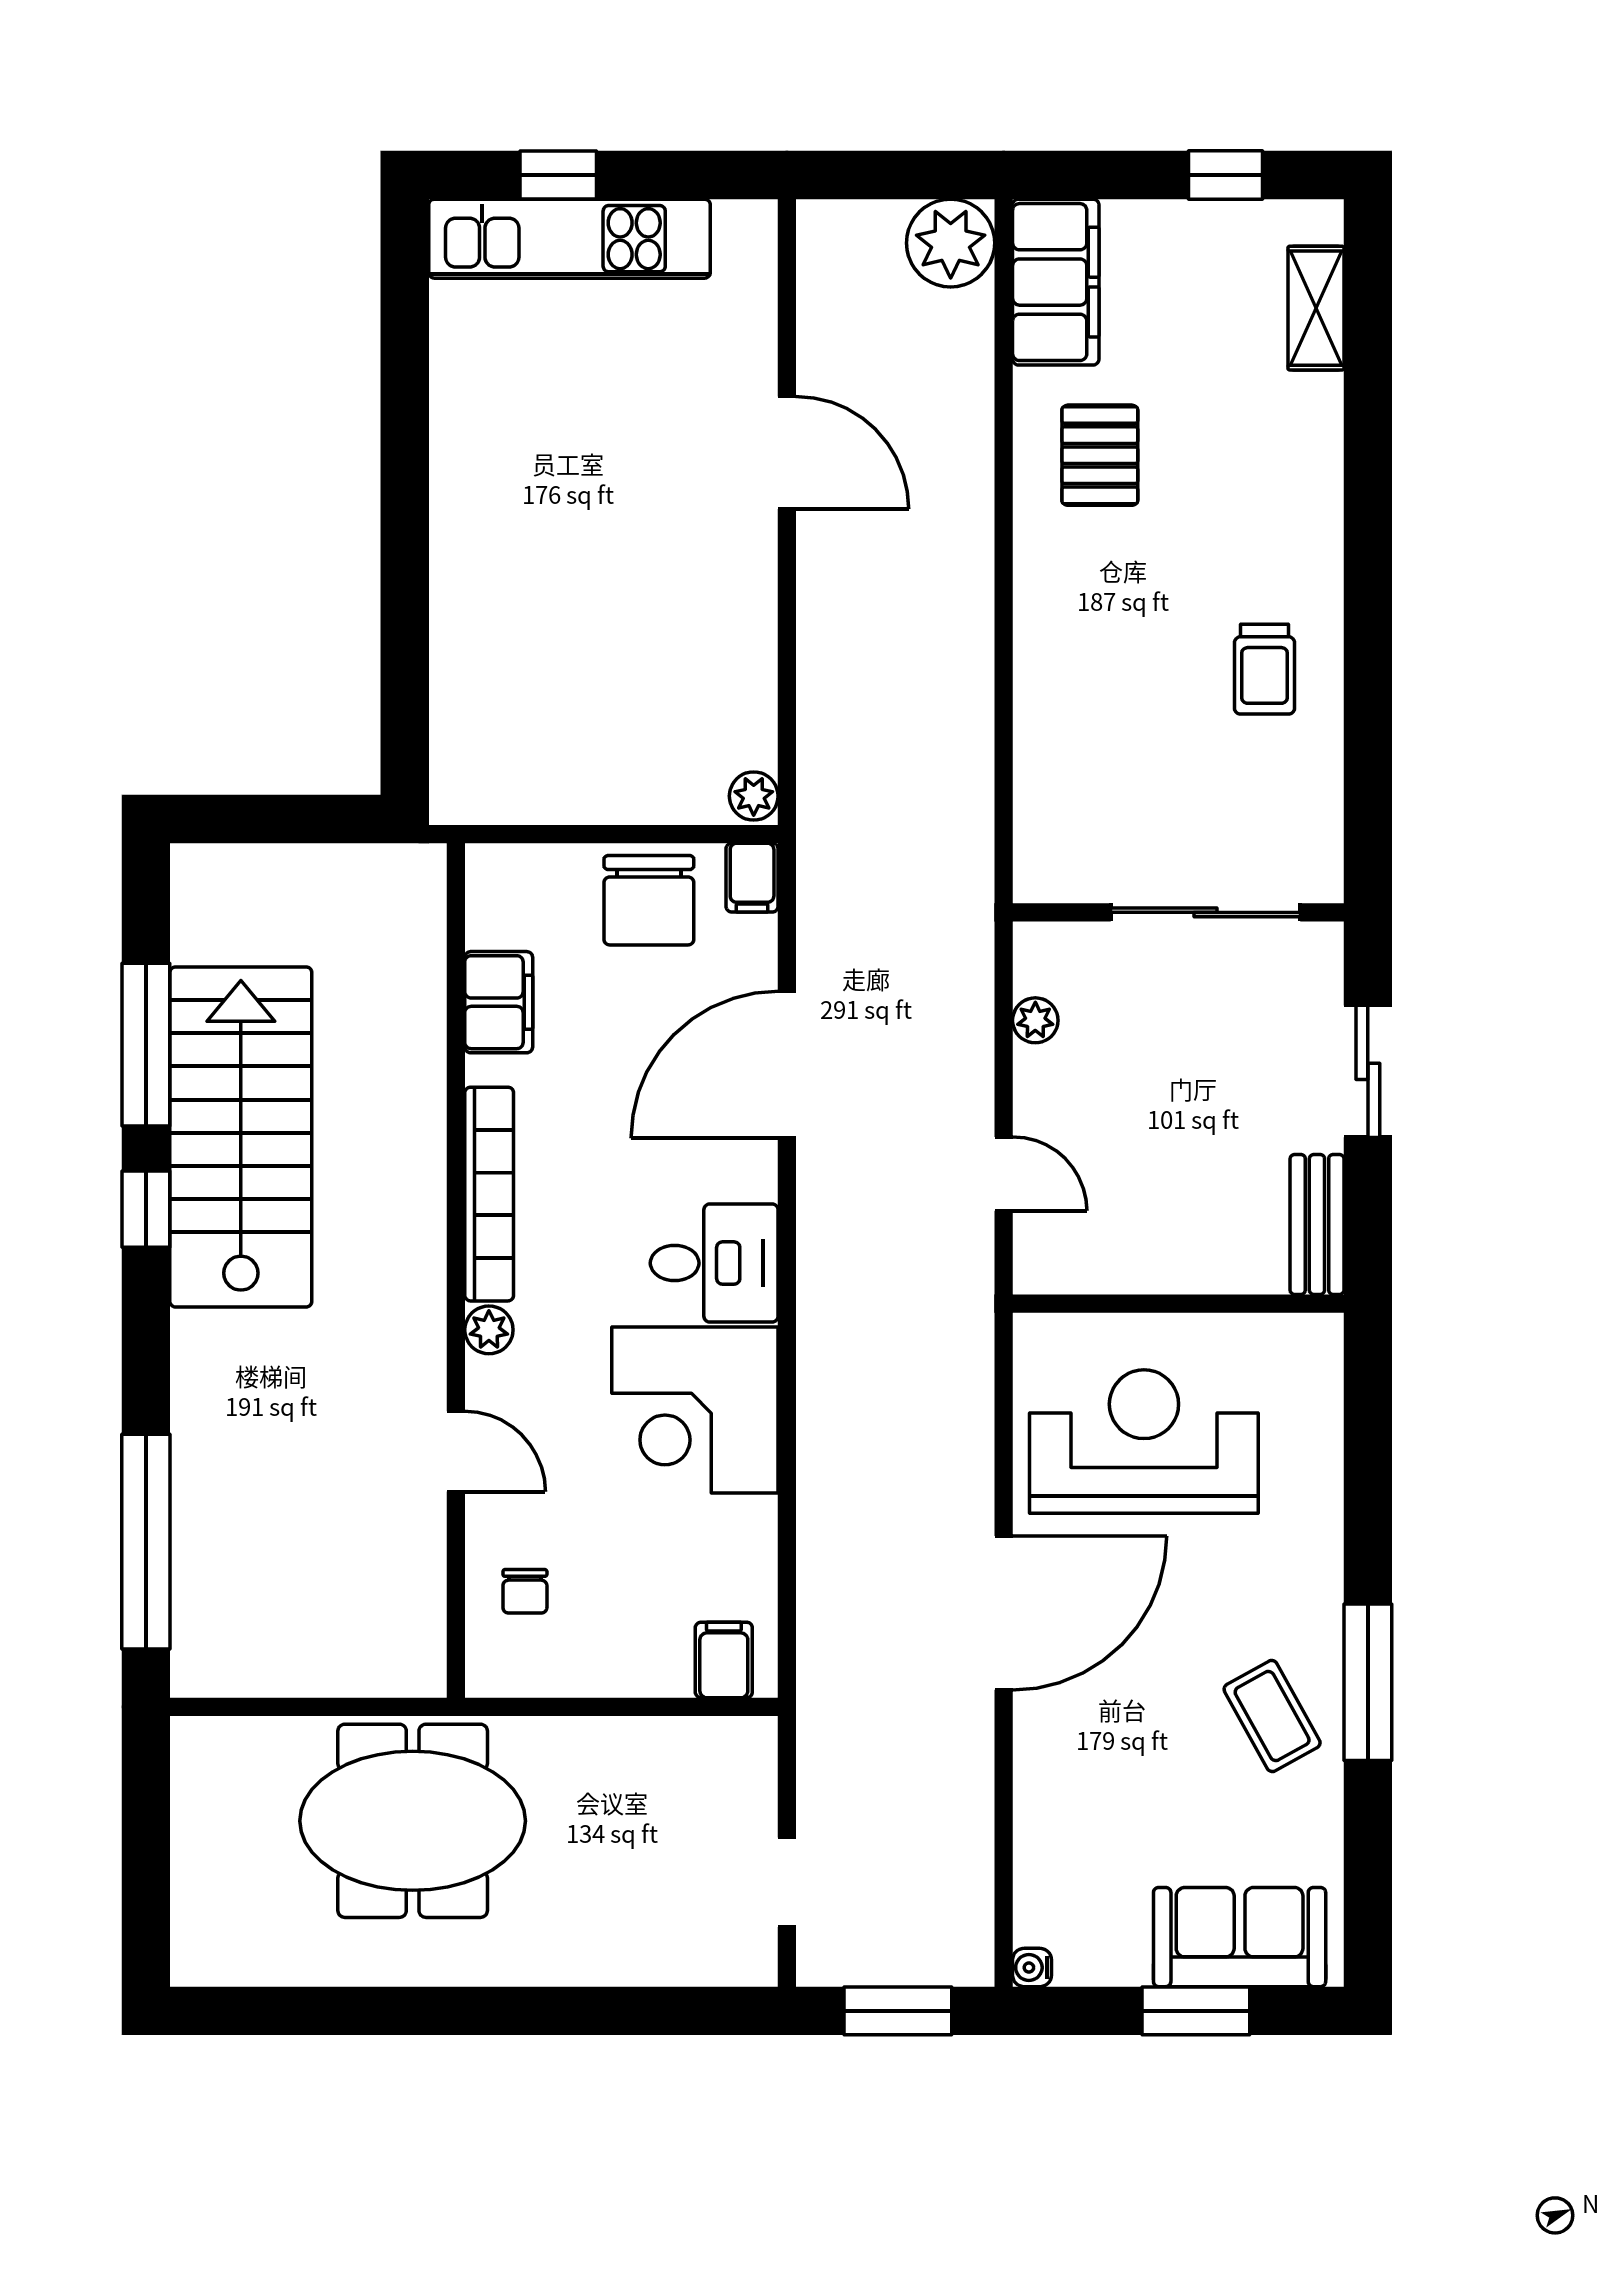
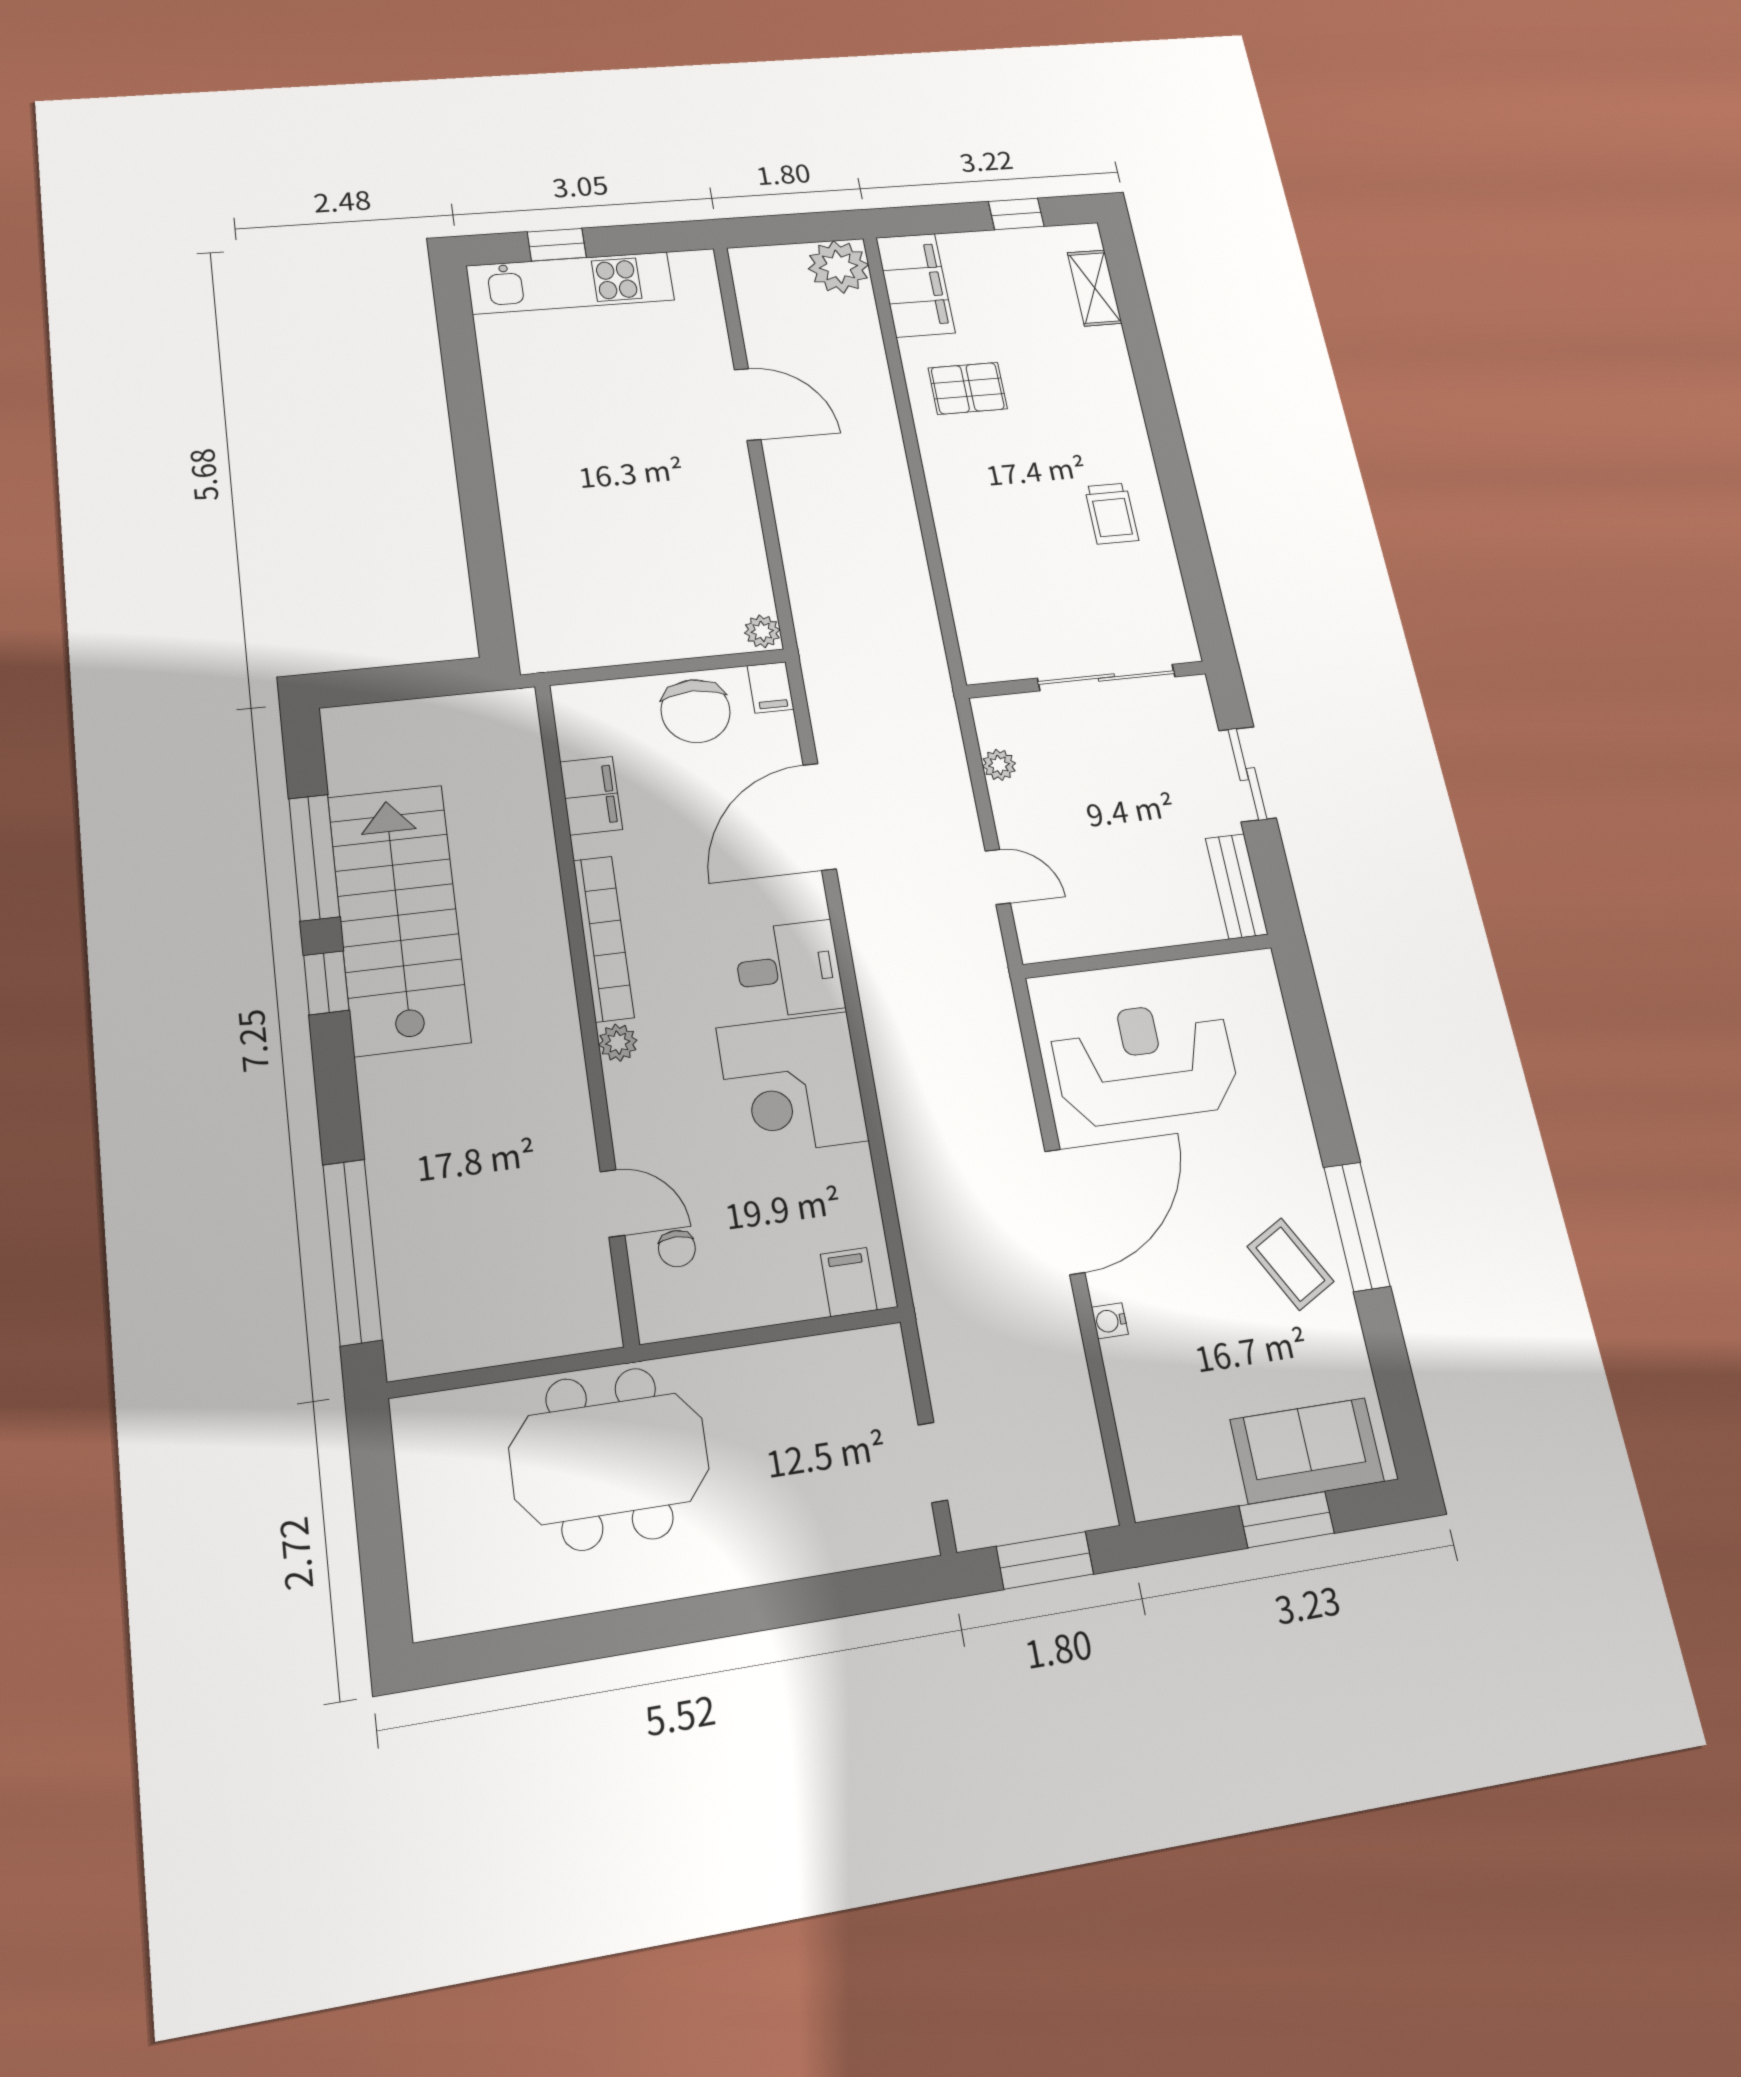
pallet: (1100, 455) -> (968, 388), turned 90
door: (456, 1451) -> (612, 1203), moved
water cooler: (1032, 1968) -> (1110, 1321), moved

